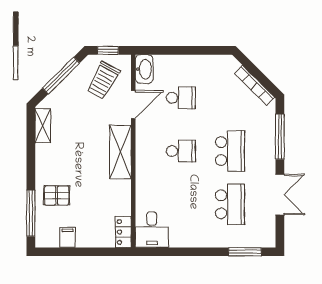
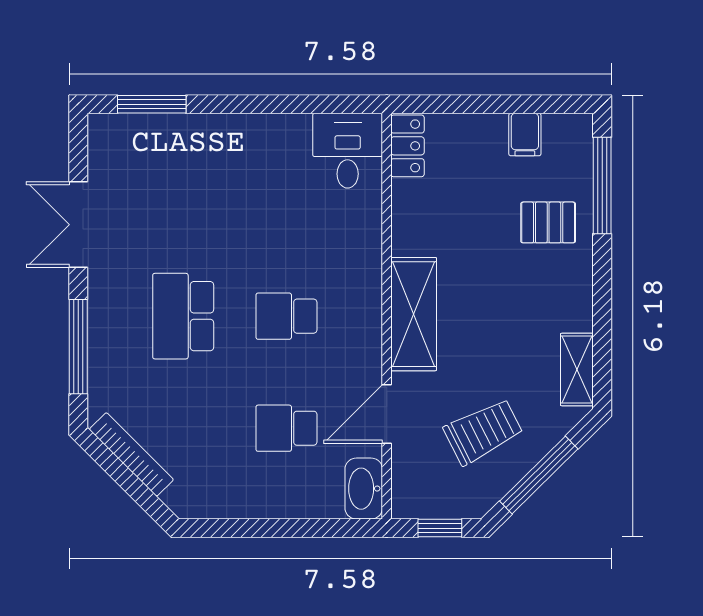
trolley: (103, 80) -> (483, 431), moved, turned 34
school desk: (230, 204) -> (183, 204), removed

